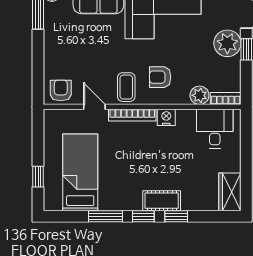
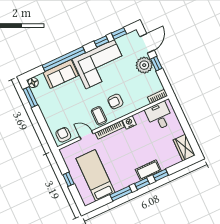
plant: (199, 95) -> (142, 101), removed
window: (38, 177) -> (69, 179), moved

